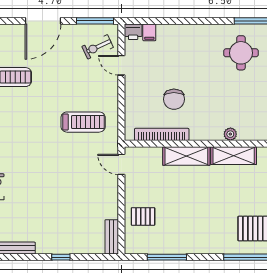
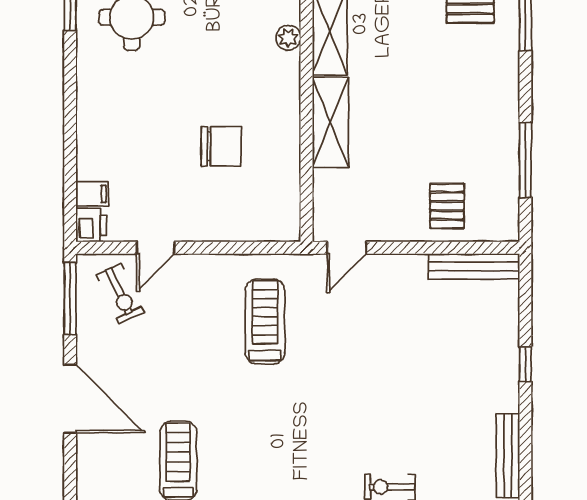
bookcase: (162, 134) -> (289, 170), removed
bench: (112, 237) -> (474, 266), width x1.36

